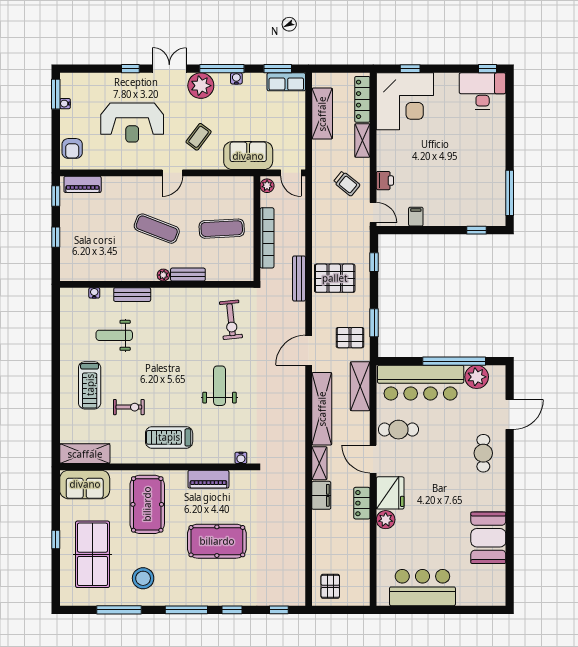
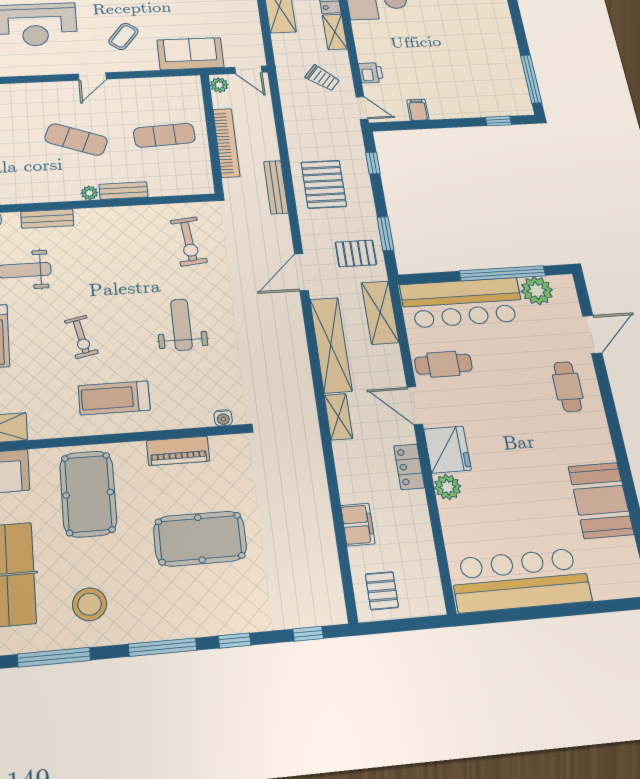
pallet: (335, 278) -> (324, 184), turned 90
exercise bike: (129, 407) -> (81, 337), moved, turned 78
filing cabinet: (321, 495) -> (358, 525), moved
bar counter: (422, 588) -> (520, 580), width x1.36

